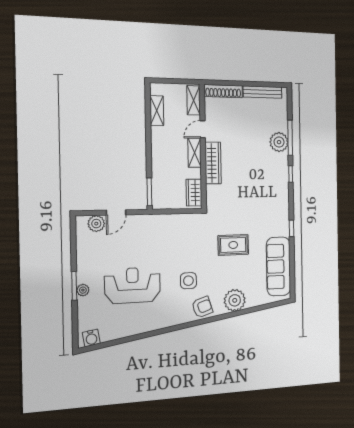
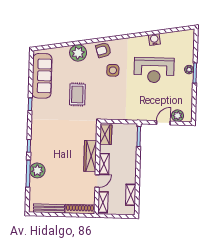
rug: (233, 245) -> (77, 94), turned 90
water cooler: (91, 338) -> (154, 40), moved

